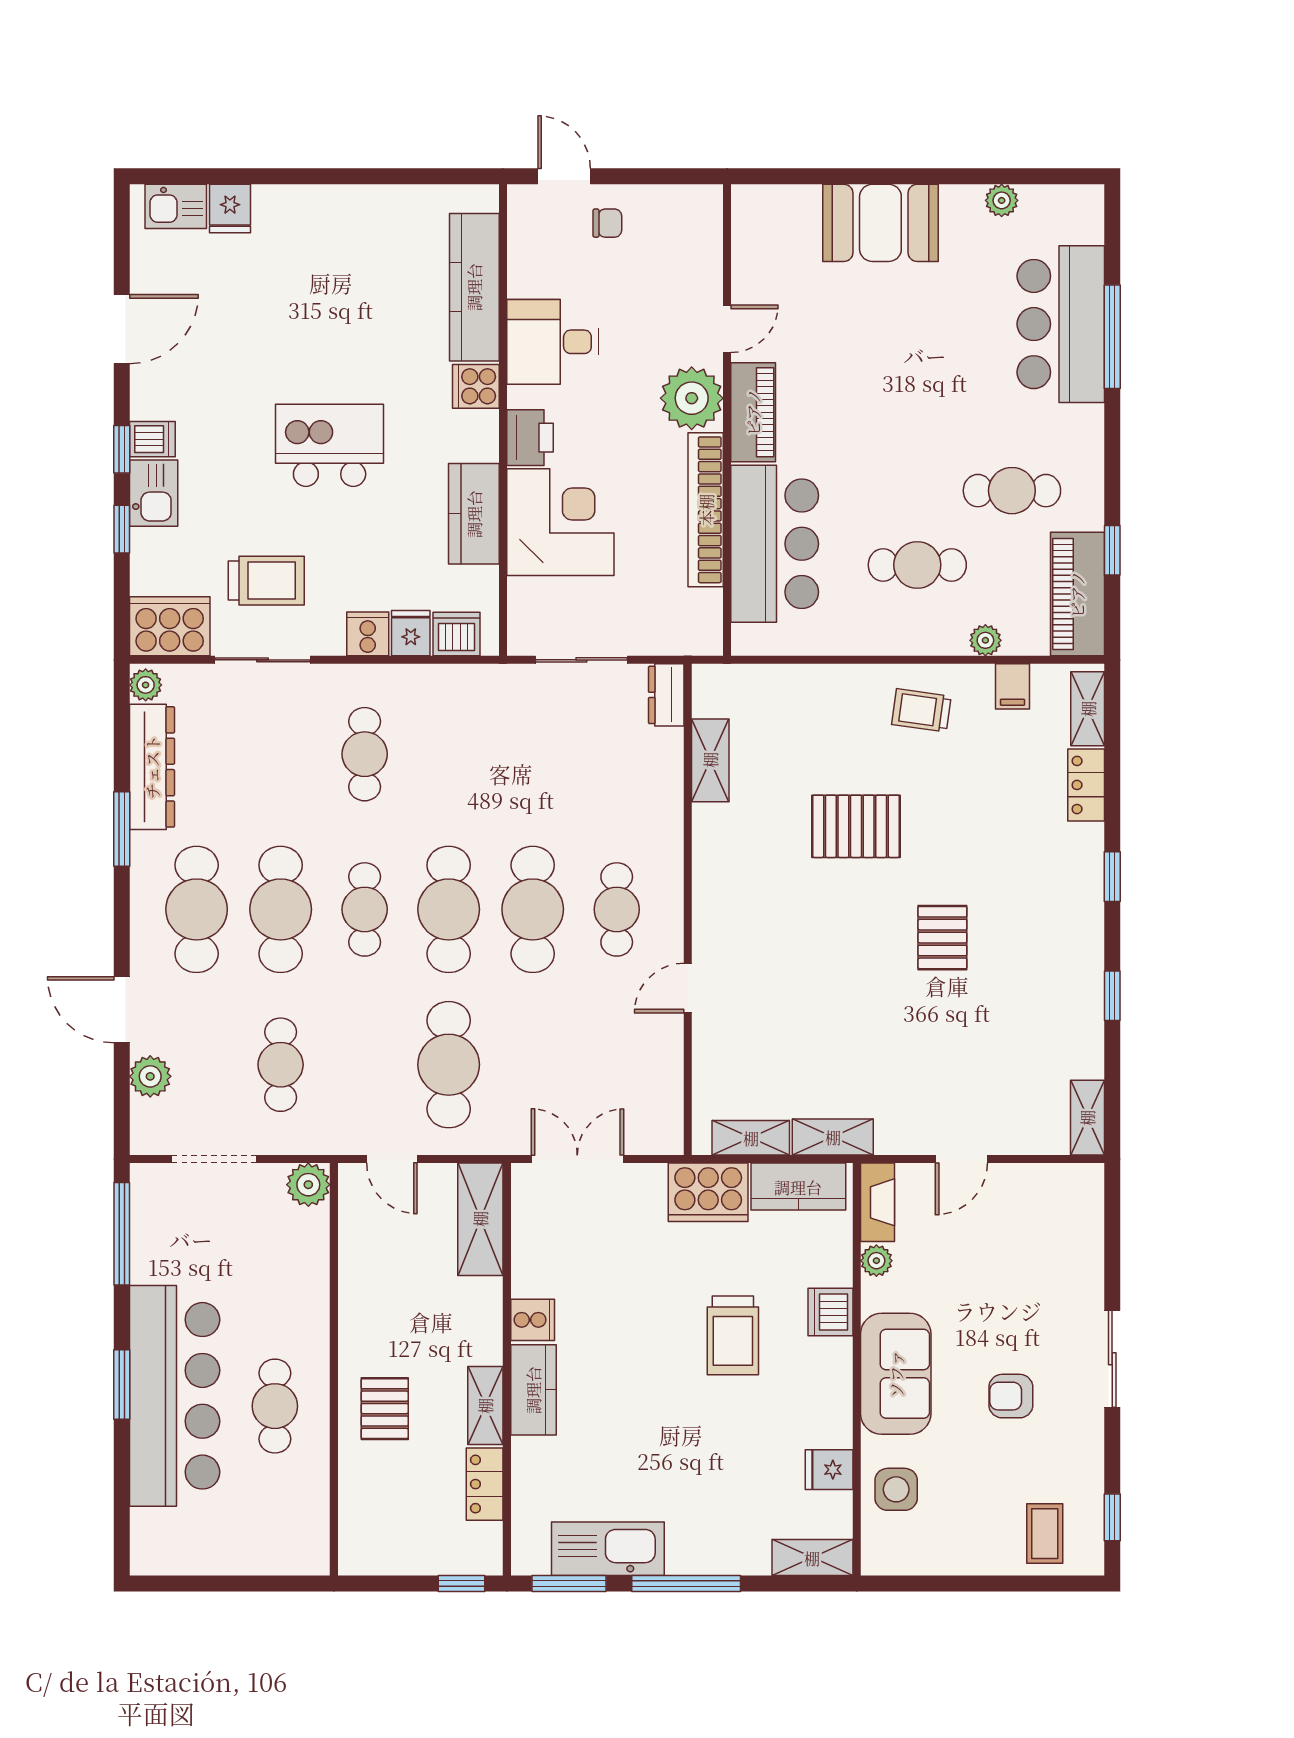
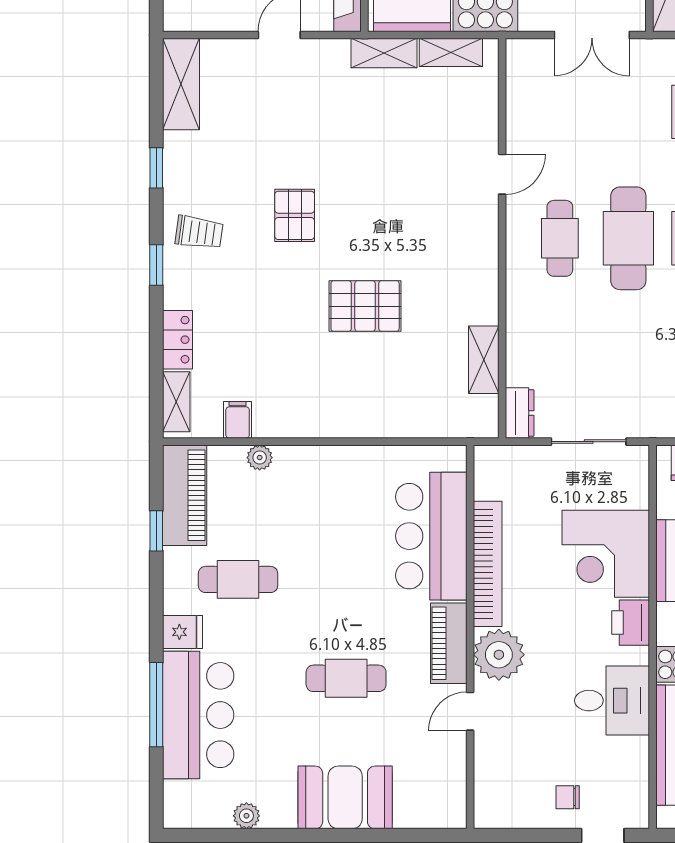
fridge: (1080, 426) -> (183, 632), added
cafe table: (917, 565) -> (346, 678), moved
trolley: (921, 710) -> (199, 232), moved
shelving: (1087, 1118) -> (181, 84), width x1.50, depth x1.33

